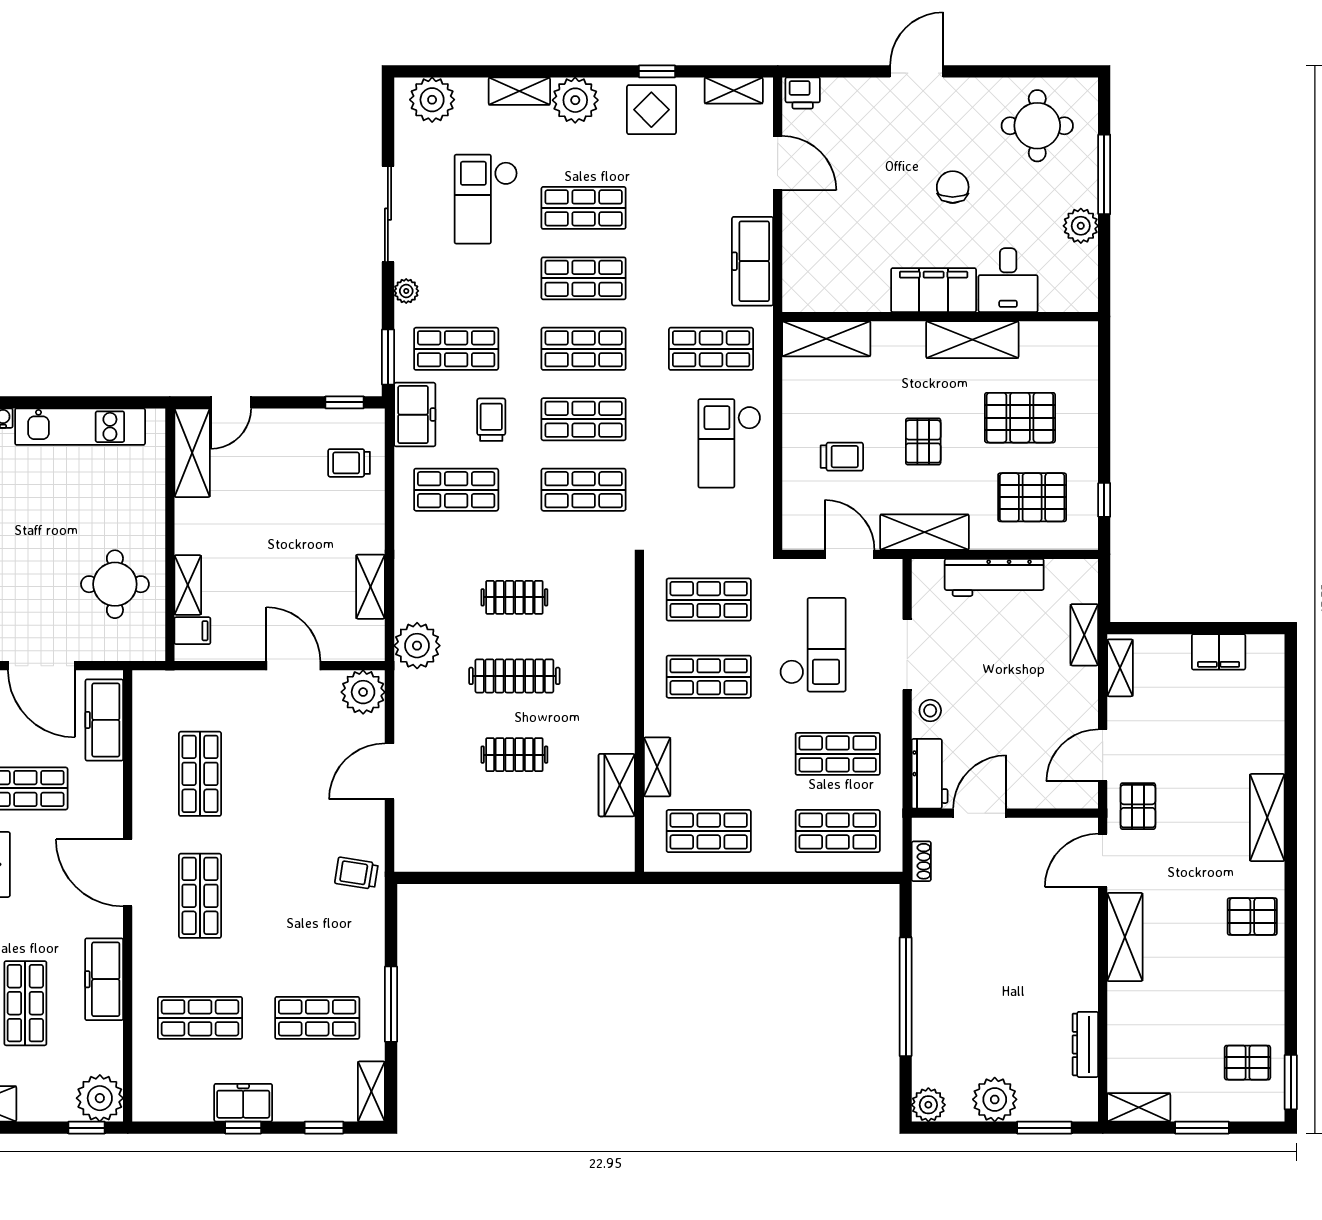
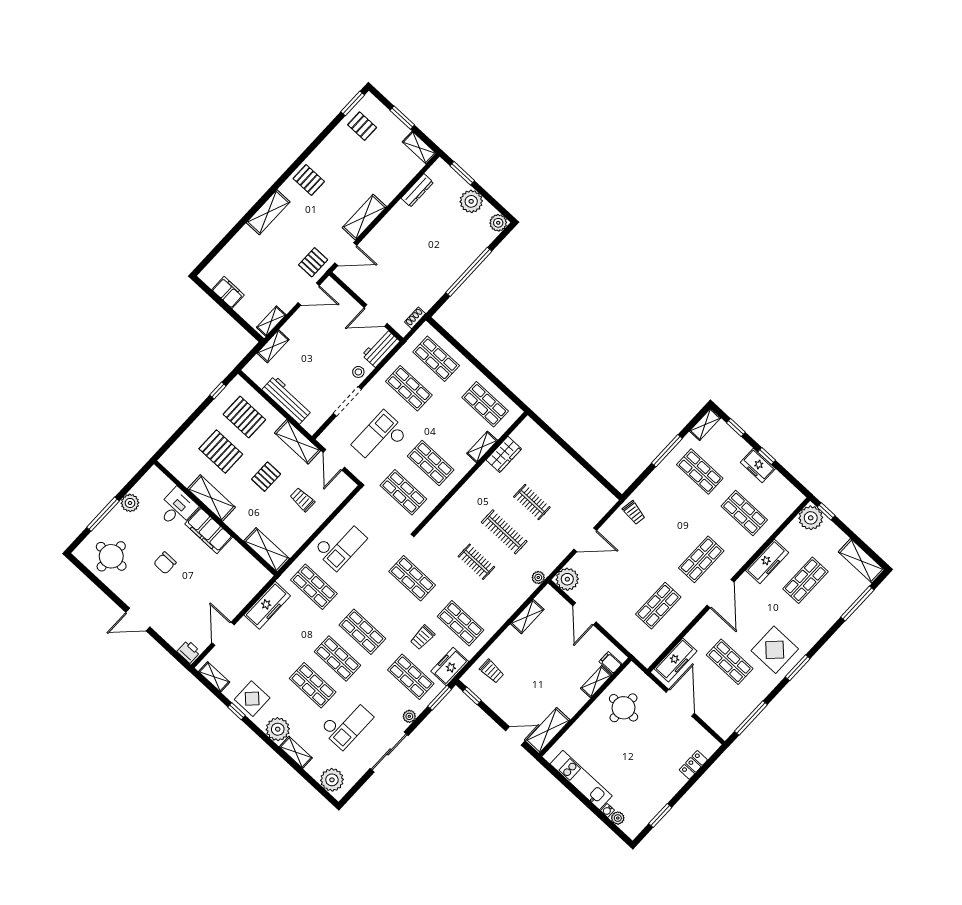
shop shelf: (584, 419) -> (387, 605), removed
plant: (417, 646) -> (538, 578), width x0.53, depth x0.53

